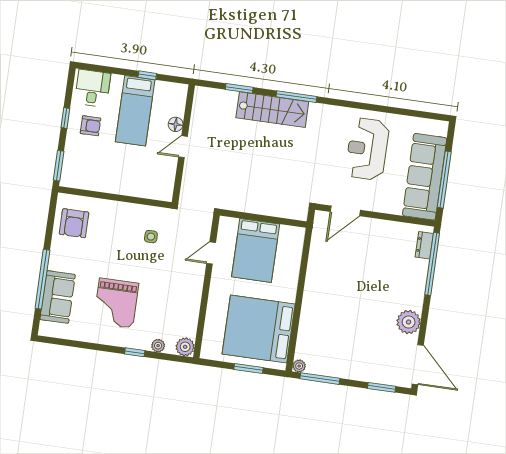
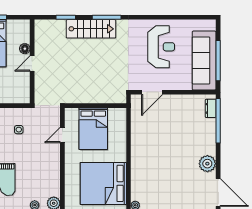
reception desk: (367, 149) -> (161, 47), turned 180

